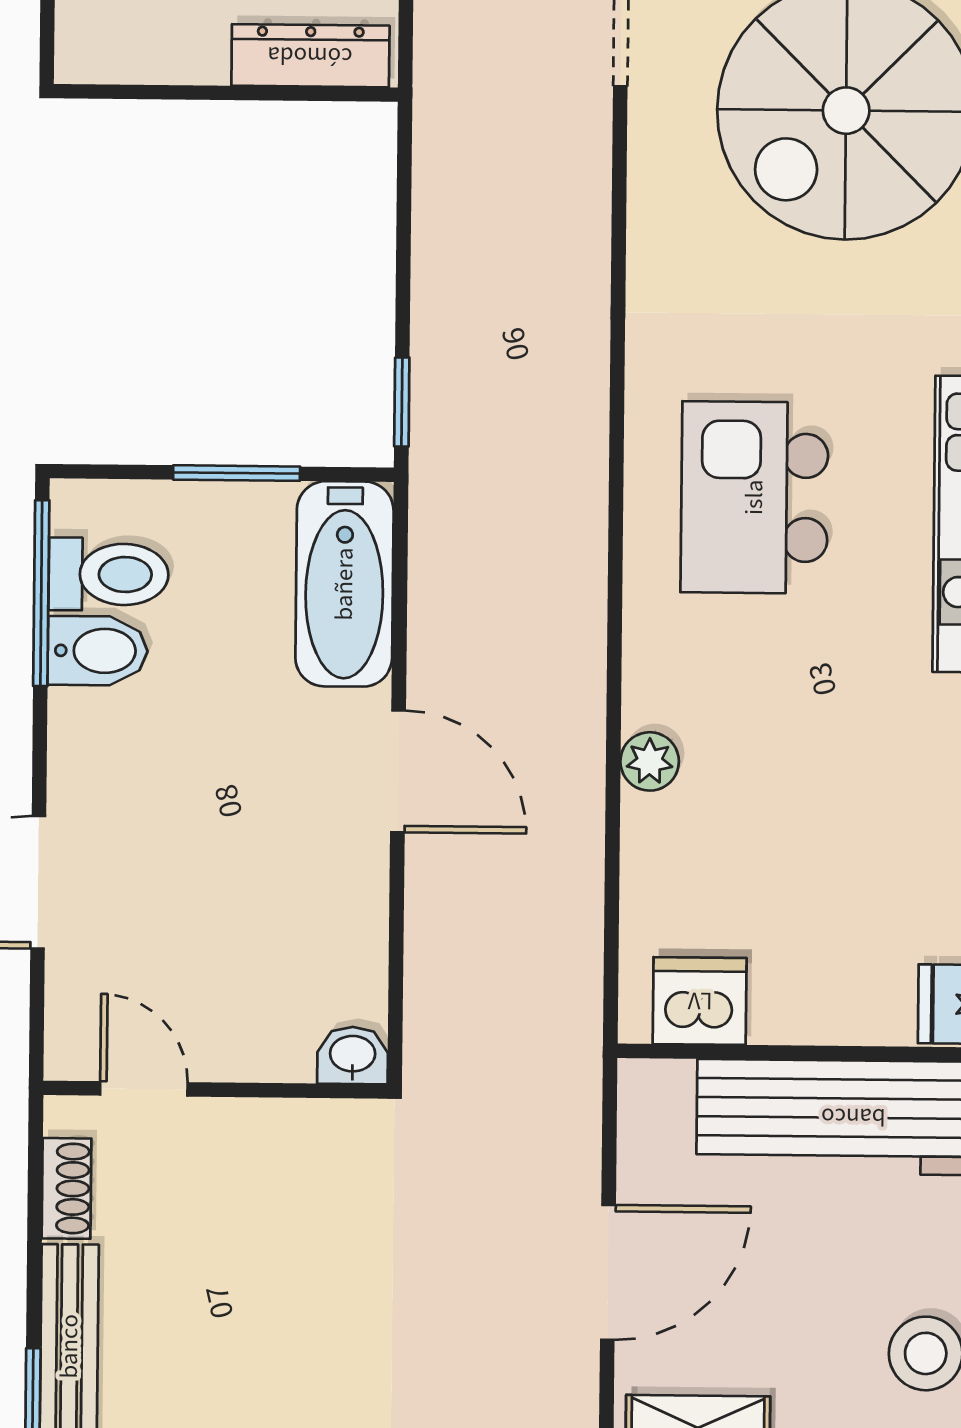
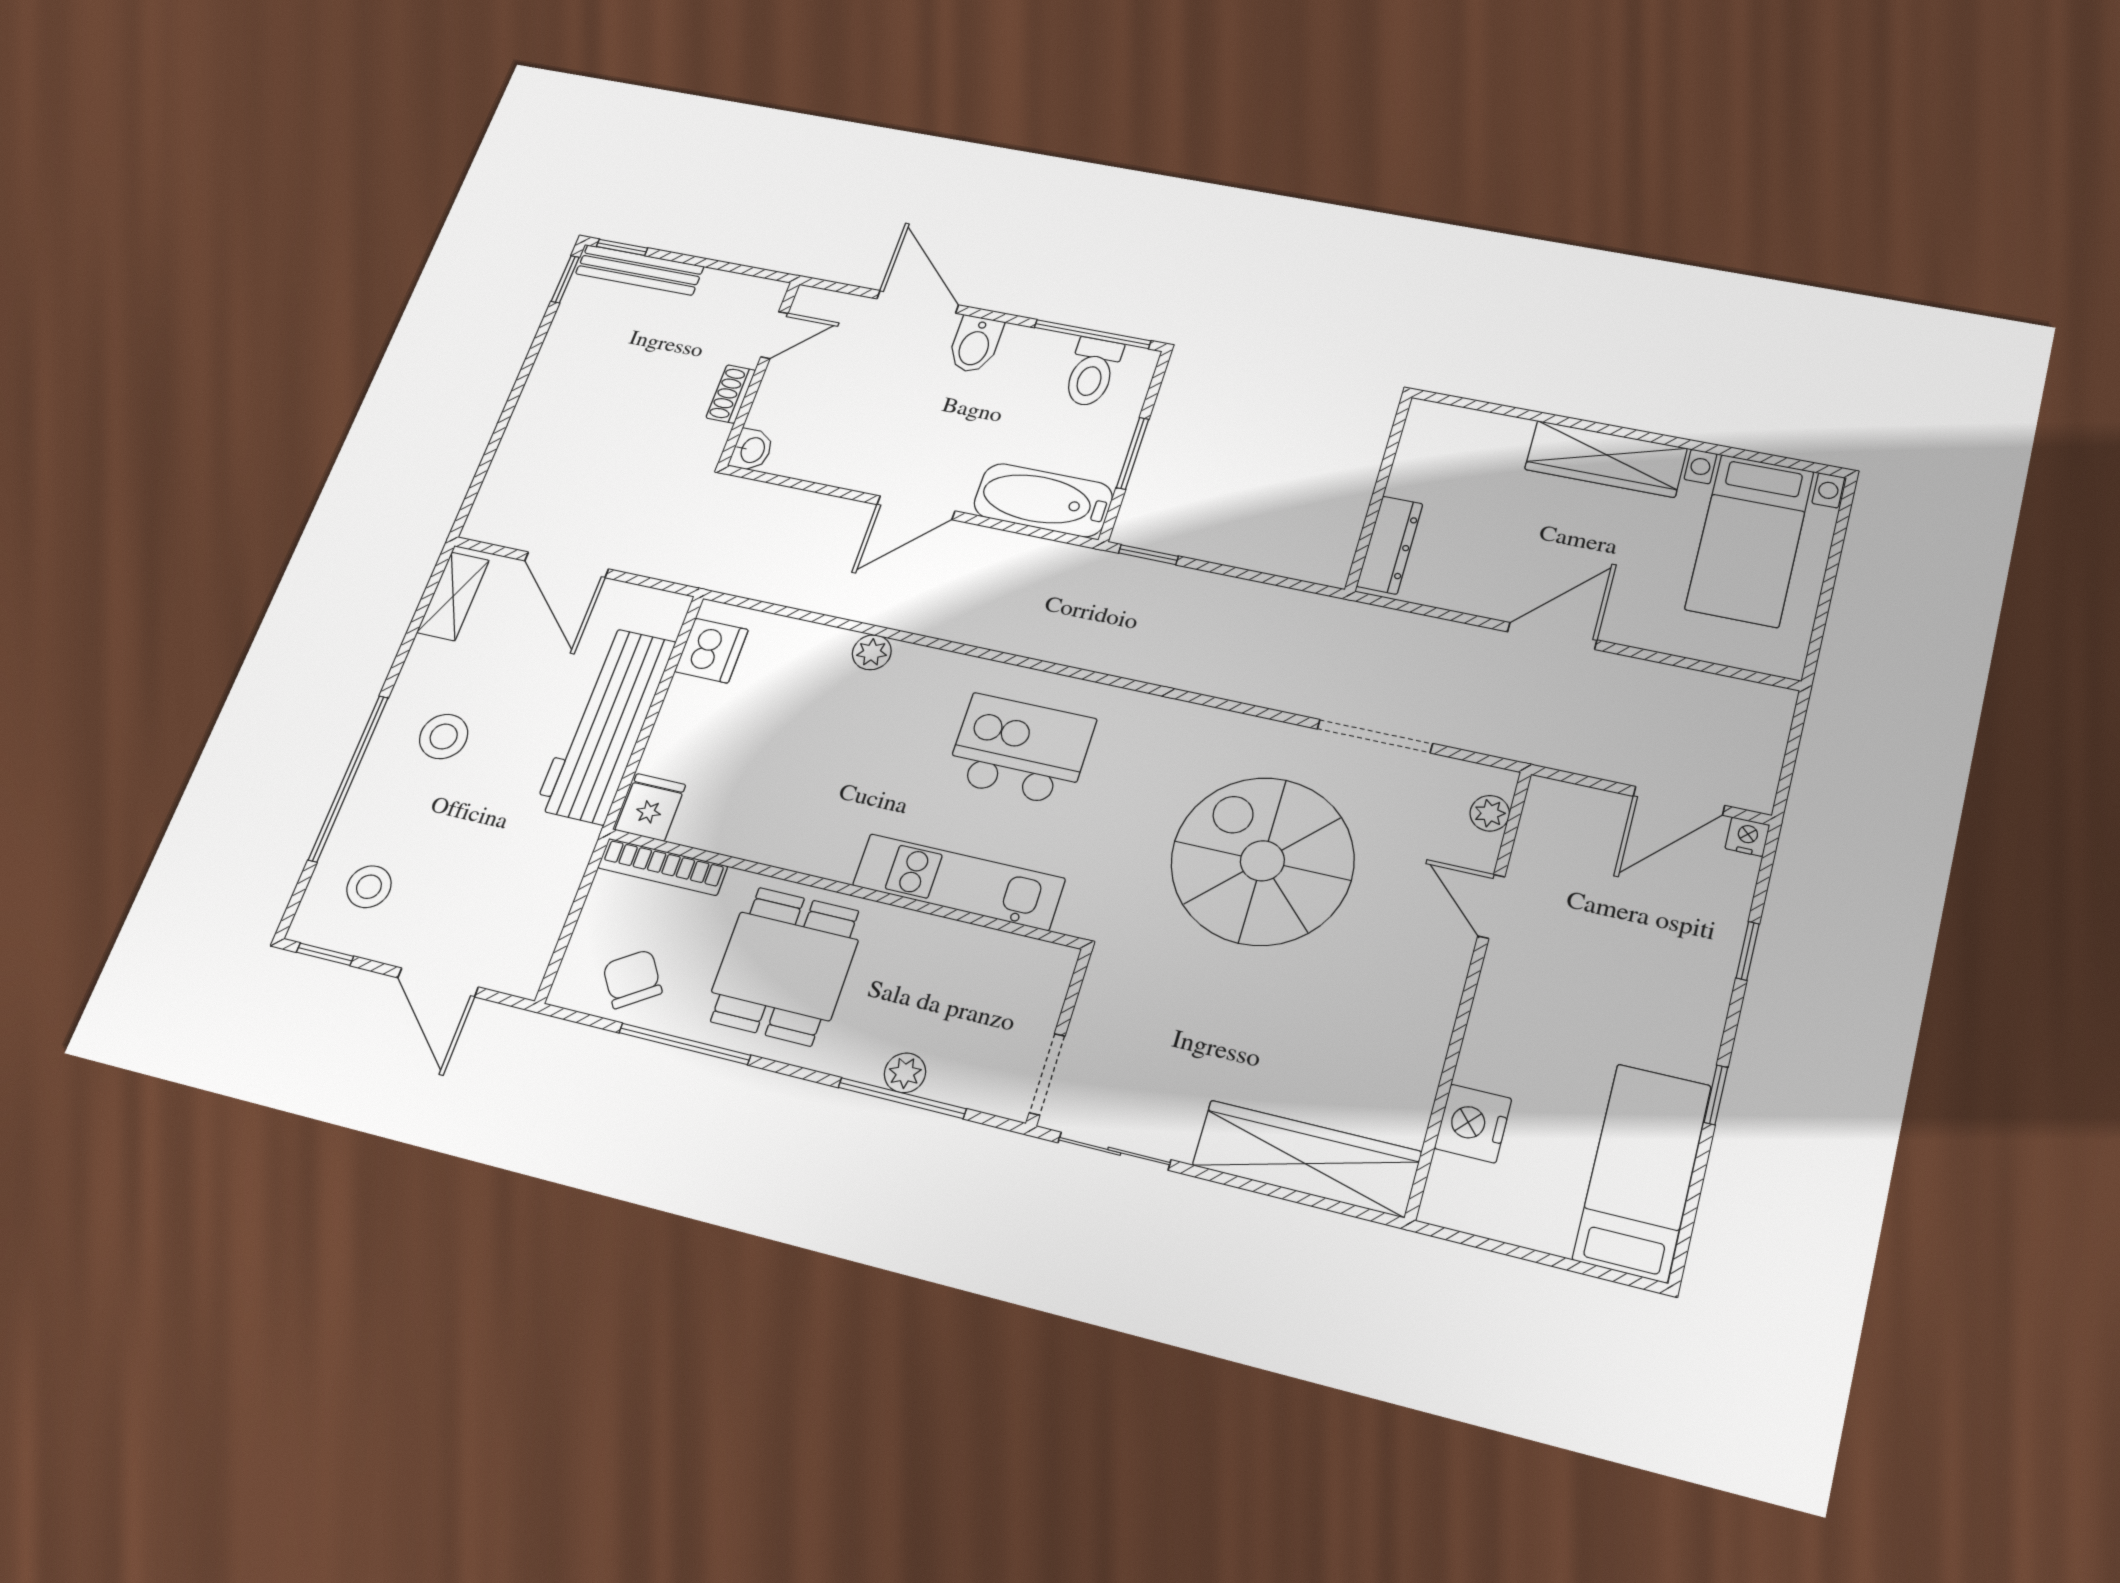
bidet: (98, 651) -> (975, 344), moved
shoe rack: (67, 1188) -> (731, 394), moved, turned 90

